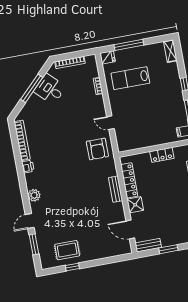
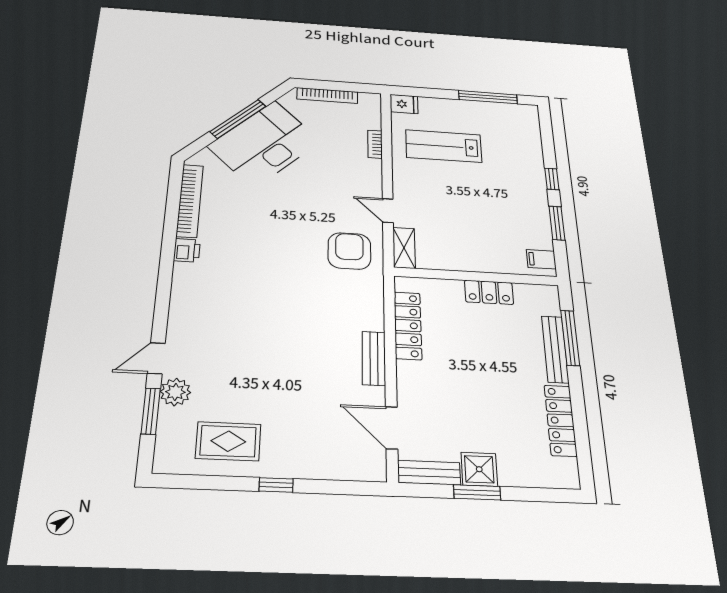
window: (129, 45) -> (488, 97), moved
shelving: (170, 51) -> (404, 248), moved
desk: (50, 89) -> (264, 144), width x1.87, depth x1.30
armchair: (97, 149) -> (349, 251), turned 180
bench: (116, 189) -> (374, 358), moved
plant: (34, 195) -> (175, 392), moved
shower: (135, 205) -> (479, 469), moved
window: (72, 267) -> (276, 485), moved

